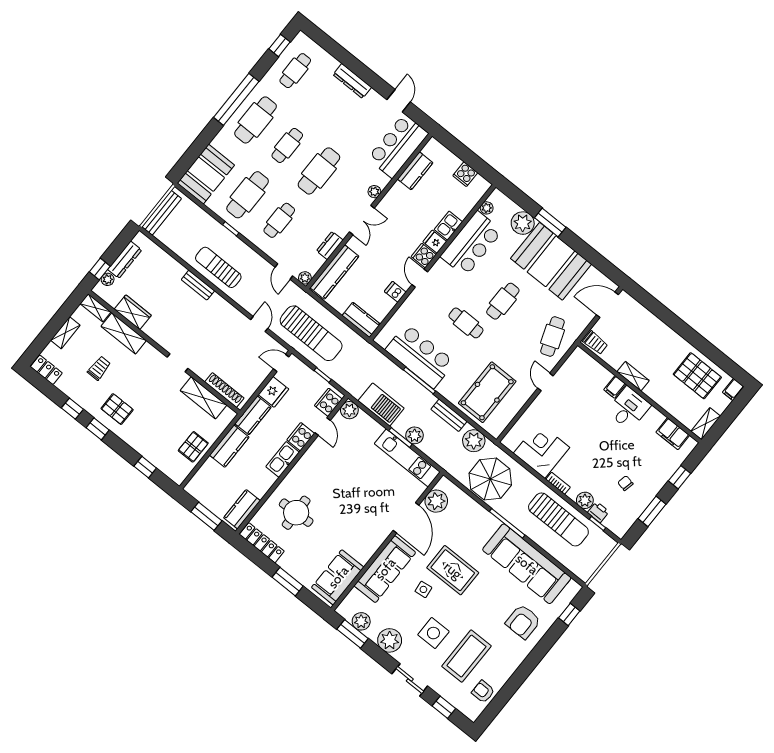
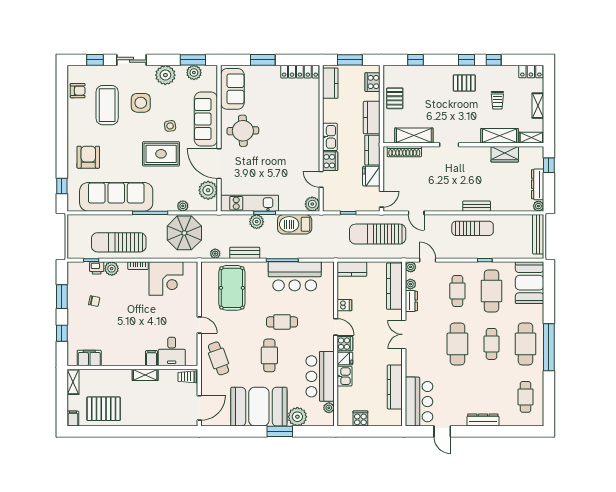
window: (280, 45) -> (549, 405), removed
kitchen counter: (415, 171) -> (395, 387), width x1.50
plant: (374, 192) -> (410, 284), moved
plant: (108, 279) -> (538, 206), moved
cooker: (328, 402) -> (373, 82), moved, turned 180
desk: (629, 408) -> (172, 352), moved
plant: (474, 441) -> (215, 254), width x0.53, depth x0.53
plant: (472, 505) -> (183, 206), added
round table: (296, 513) -> (243, 131), moved

